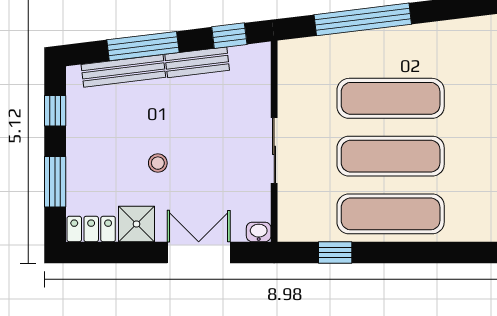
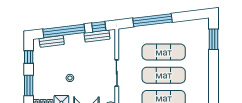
window: (143, 46) -> (64, 31), width x1.46
bench: (197, 62) -> (97, 36), moved
bench: (123, 71) -> (52, 41), width x0.73

